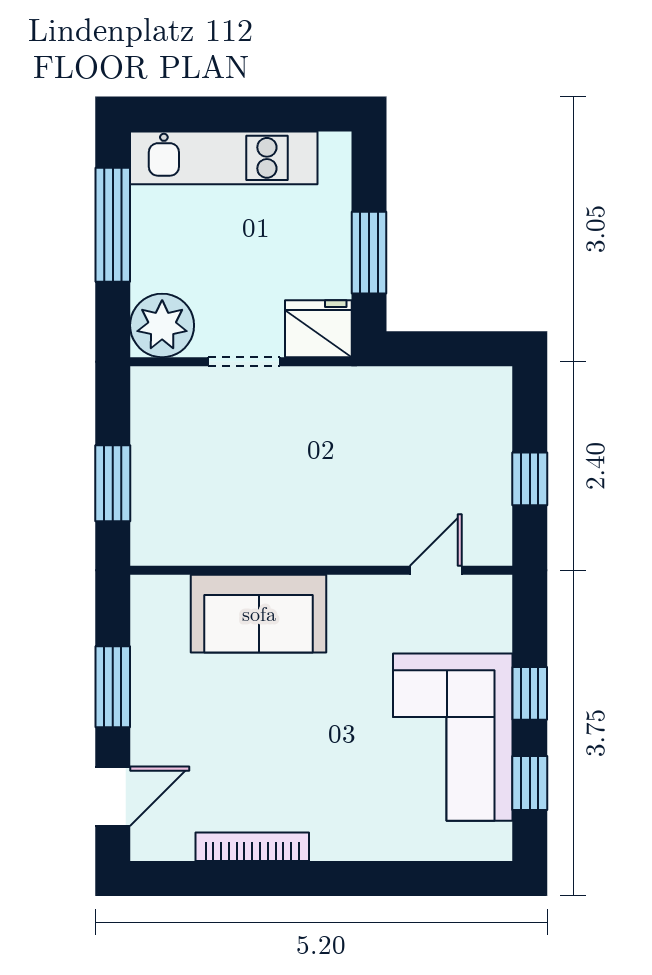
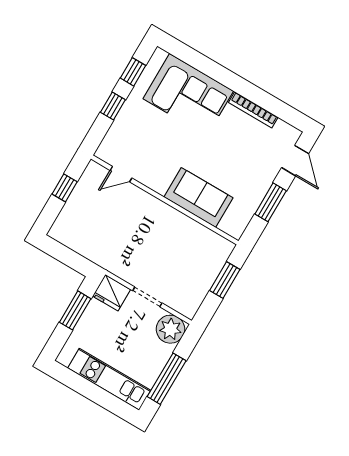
corner sofa: (453, 737) -> (188, 95), moved, turned 90
door: (113, 796) -> (295, 161), swing flipped

